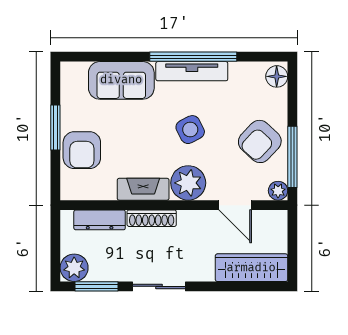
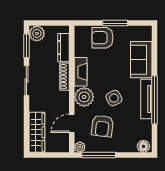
armchair: (260, 141) -> (102, 126), moved, turned -126

